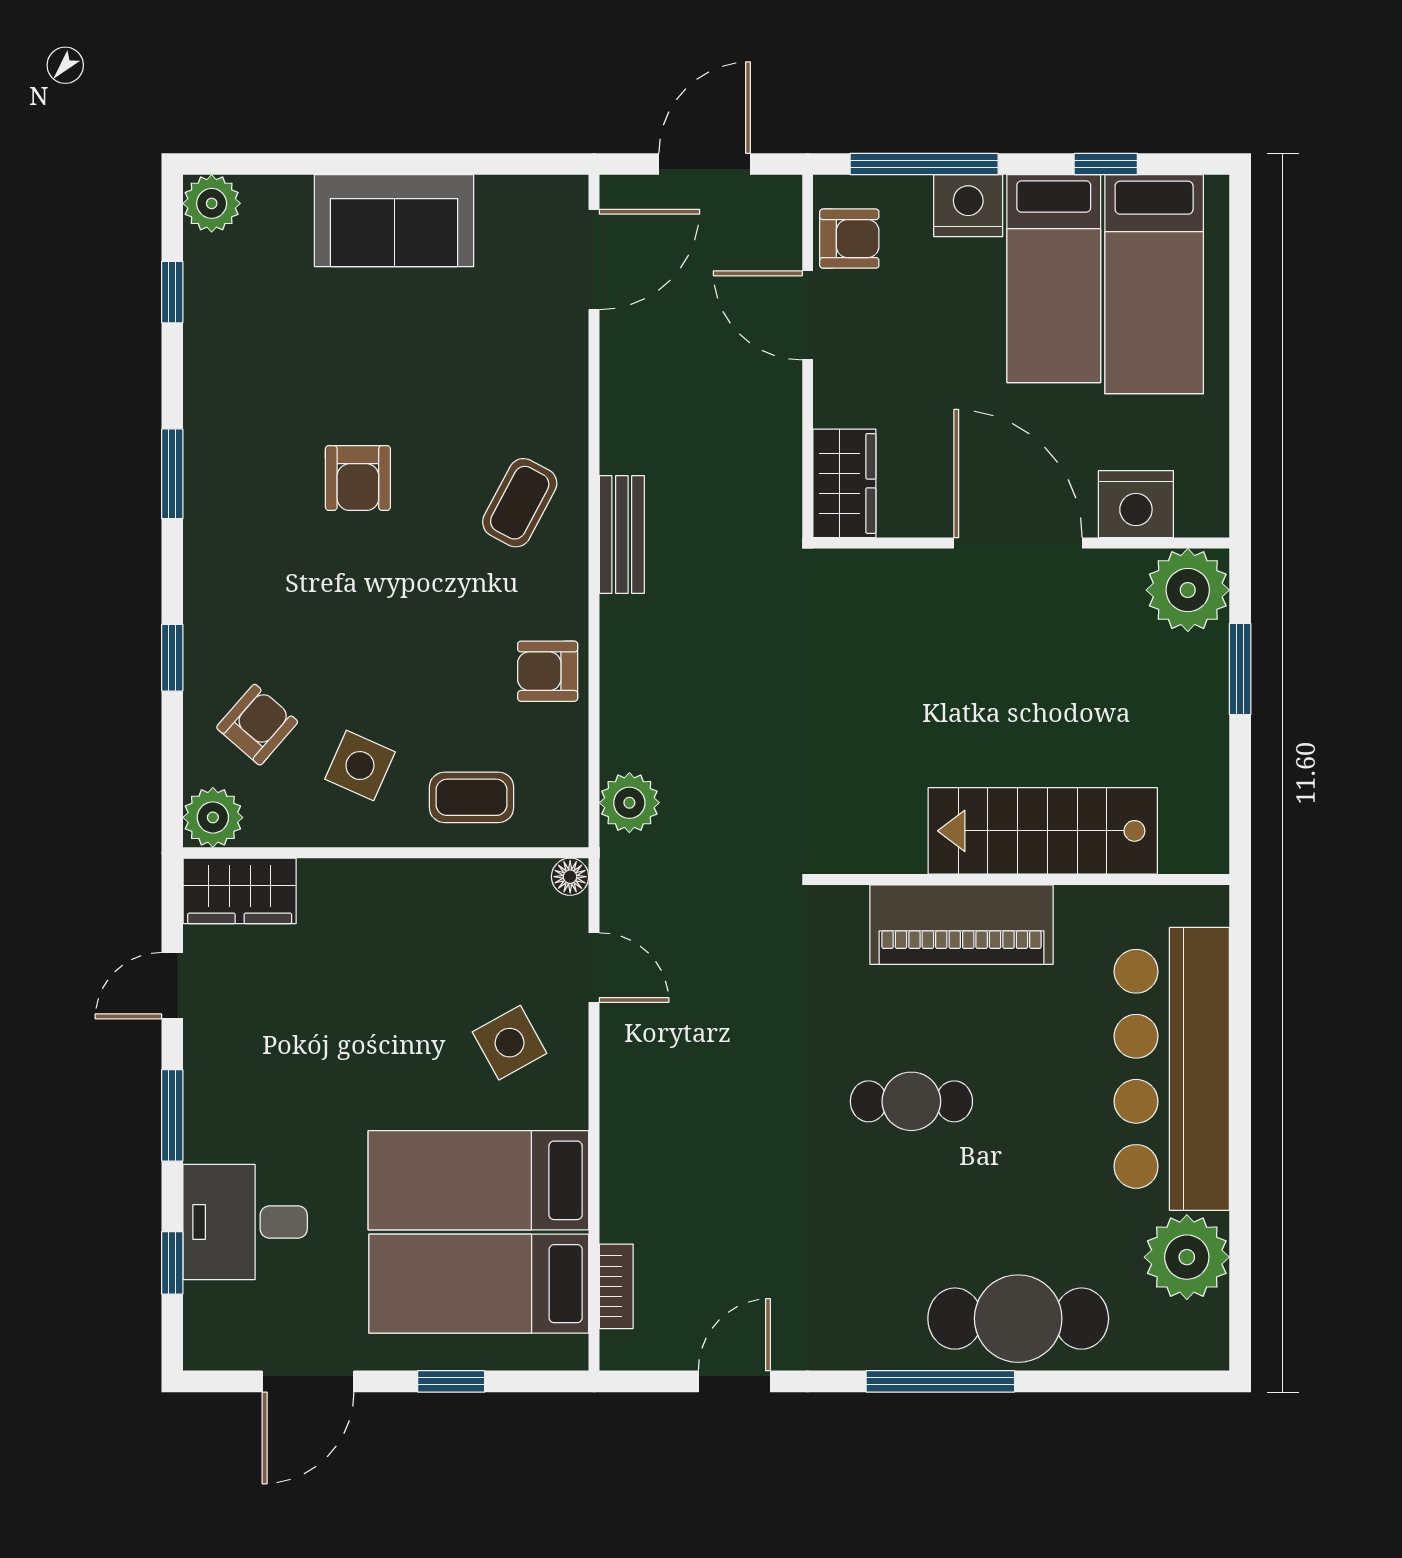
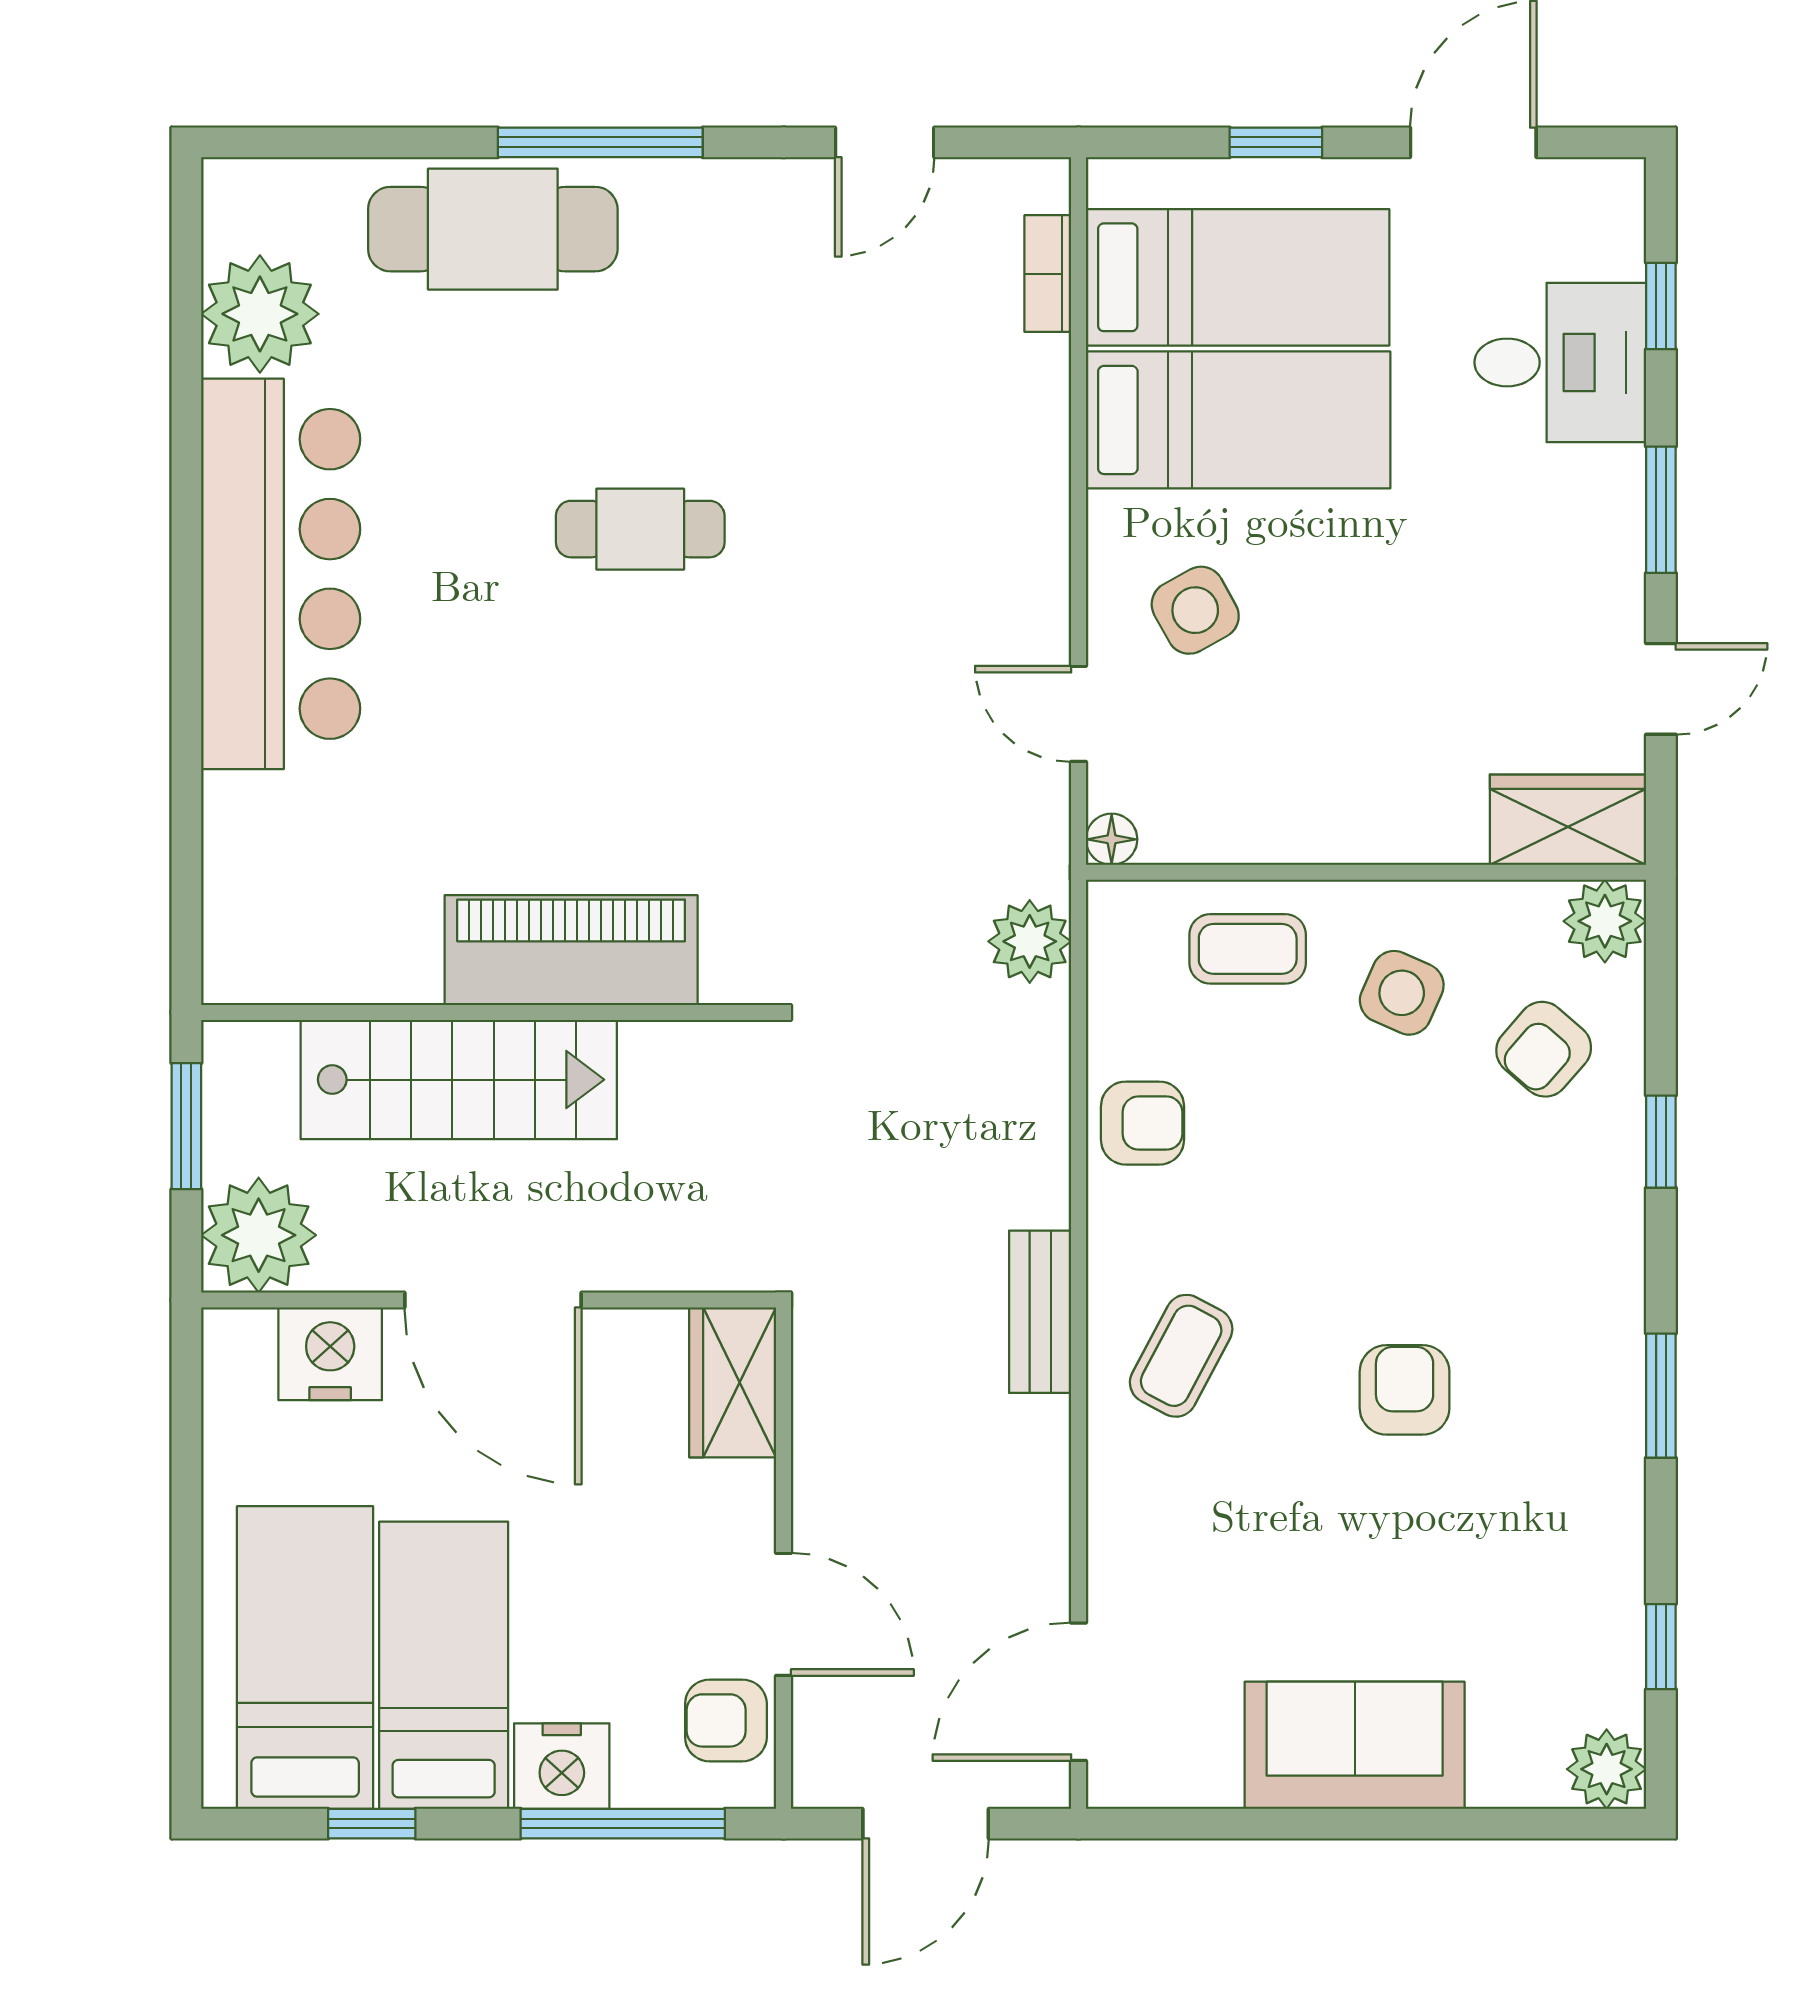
stairs: (1043, 831) -> (459, 1080), moved
wall: (1021, 879) -> (489, 1012), moved
piano: (961, 925) -> (571, 950), moved

